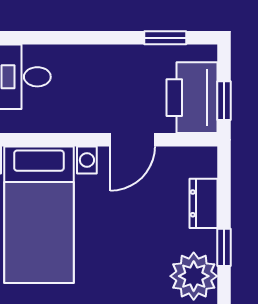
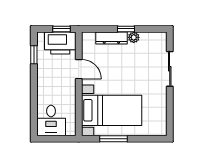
dresser: (204, 203) -> (111, 38), width x1.44
plant: (194, 276) -> (134, 37), width x0.53, depth x0.53

